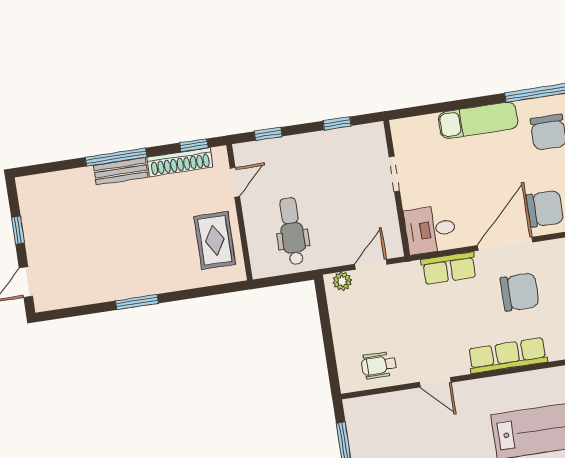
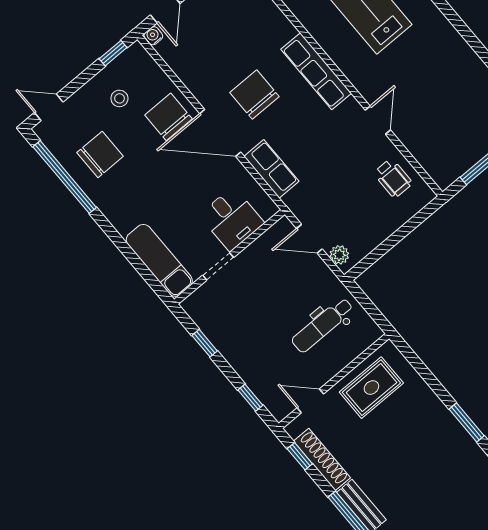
exam couch: (478, 120) -> (159, 260), moved
desk: (430, 230) -> (232, 219), moved

